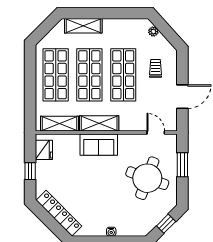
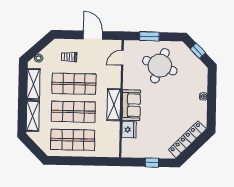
shelving: (60, 124) -> (33, 84), moved
fridge: (44, 150) -> (129, 130), moved, turned 90

